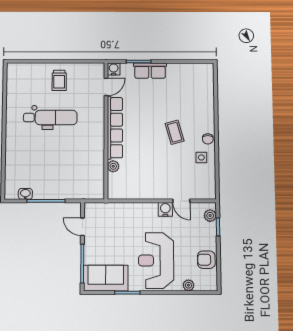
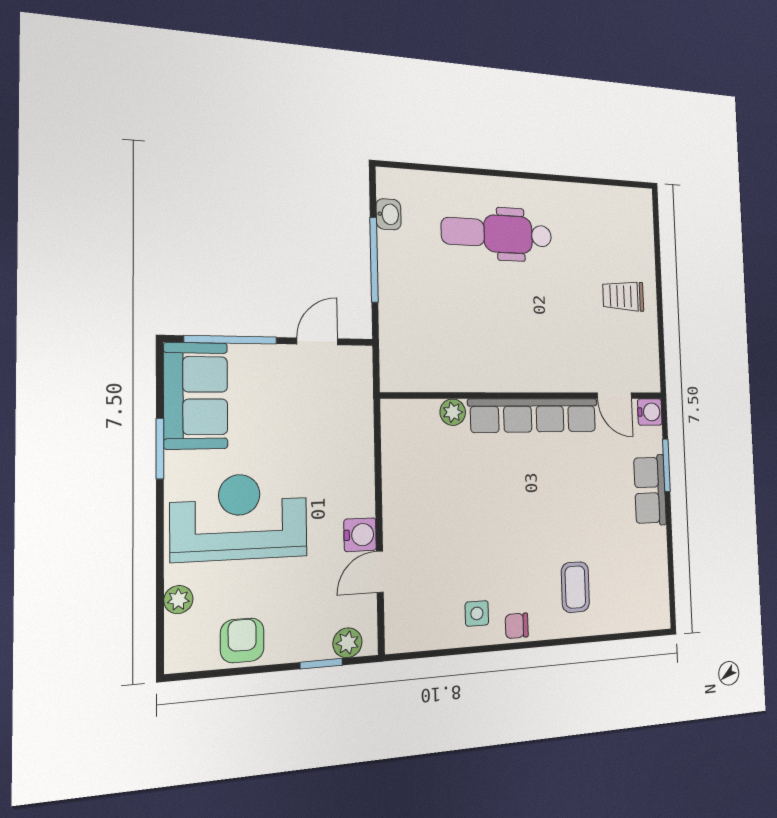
dental chair: (50, 117) -> (497, 234), moved, turned 90
coffee table: (175, 132) -> (575, 587), moved, turned -74

